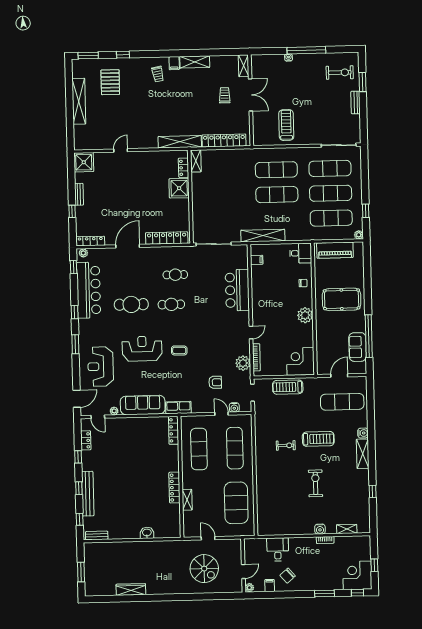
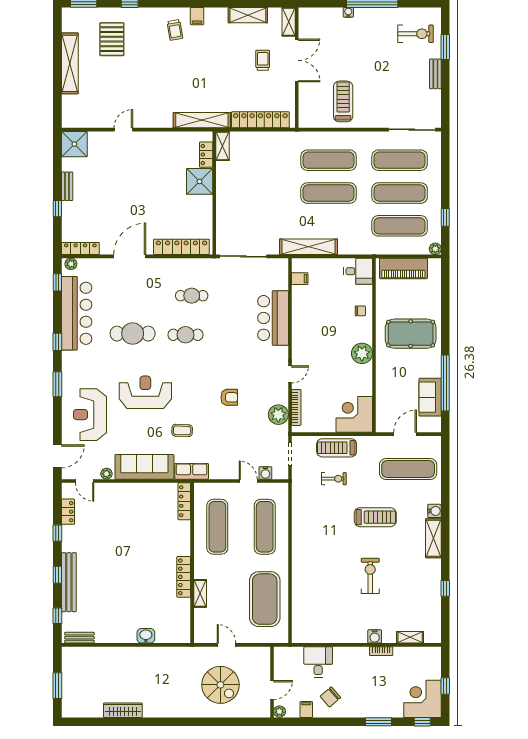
shelving: (195, 62) -> (248, 15), moved
coffee table: (179, 350) -> (182, 430), moved
armchair: (215, 382) -> (229, 397), moved
exercise bike: (286, 445) -> (334, 479), moved

